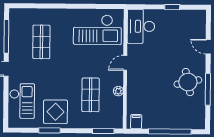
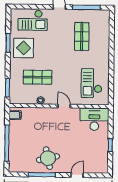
checkout: (97, 30) -> (92, 83), width x0.73, depth x0.83
shop shelf: (41, 42) -> (82, 36), turned 90

